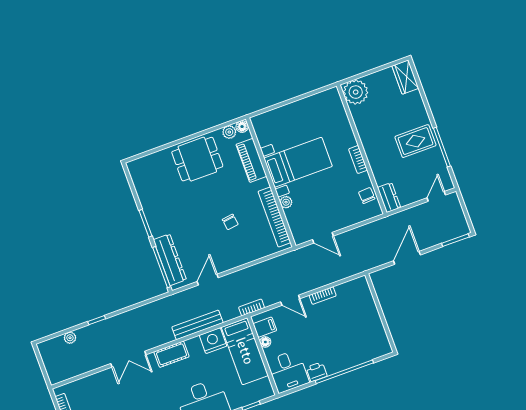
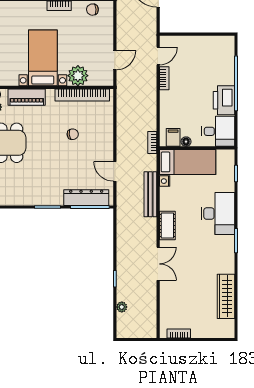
plant: (286, 202) -> (78, 76), width x1.88, depth x1.88
door: (290, 300) -> (158, 56), moved
nightstand: (213, 341) -> (165, 181), width x0.53, depth x0.56
printer: (317, 372) -> (224, 100), width x1.87, depth x1.48

